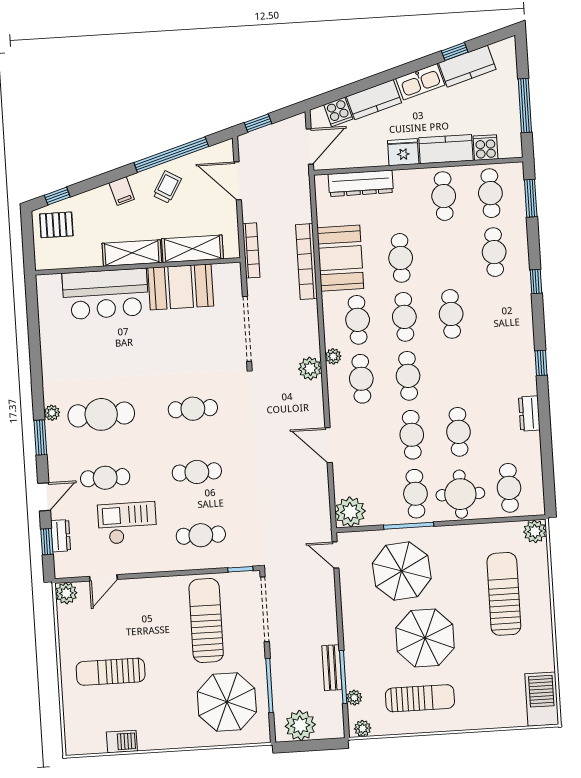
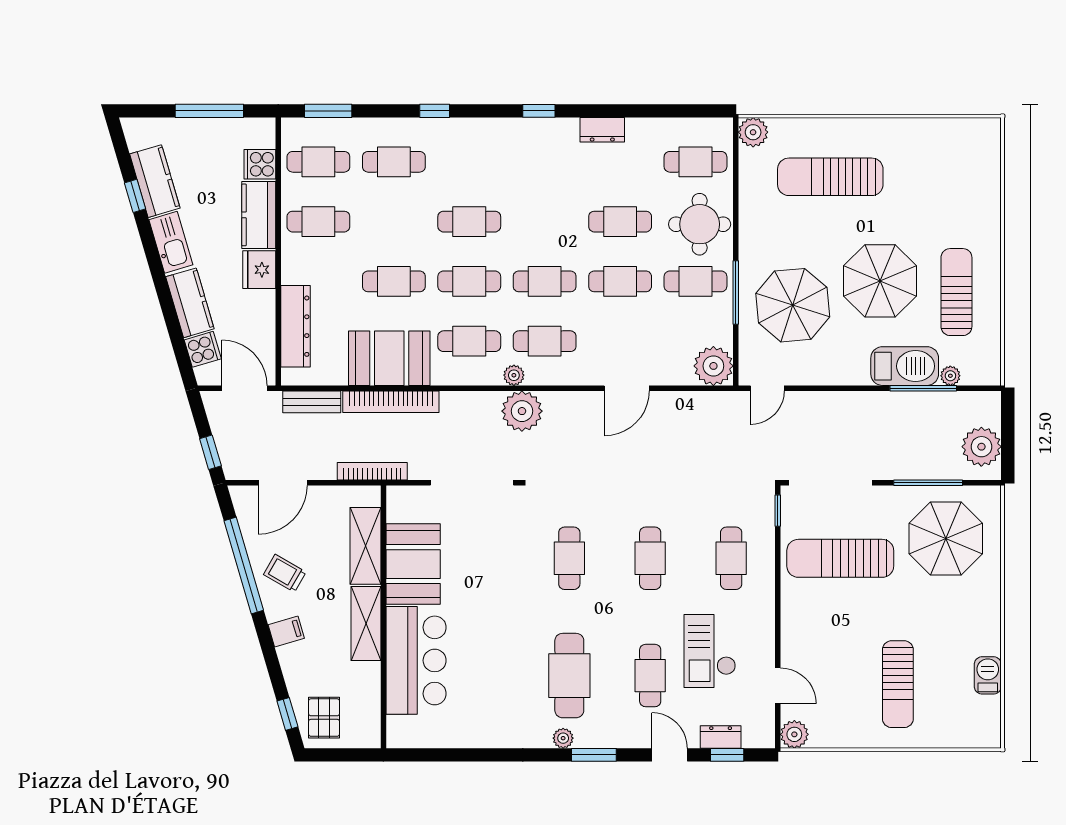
plant: (310, 368) -> (522, 411), width x1.36, depth x1.36
bench: (332, 668) -> (312, 402), moved
barbecue: (542, 699) -> (905, 366), moved, turned 180
plant: (363, 728) -> (990, 368), removed

